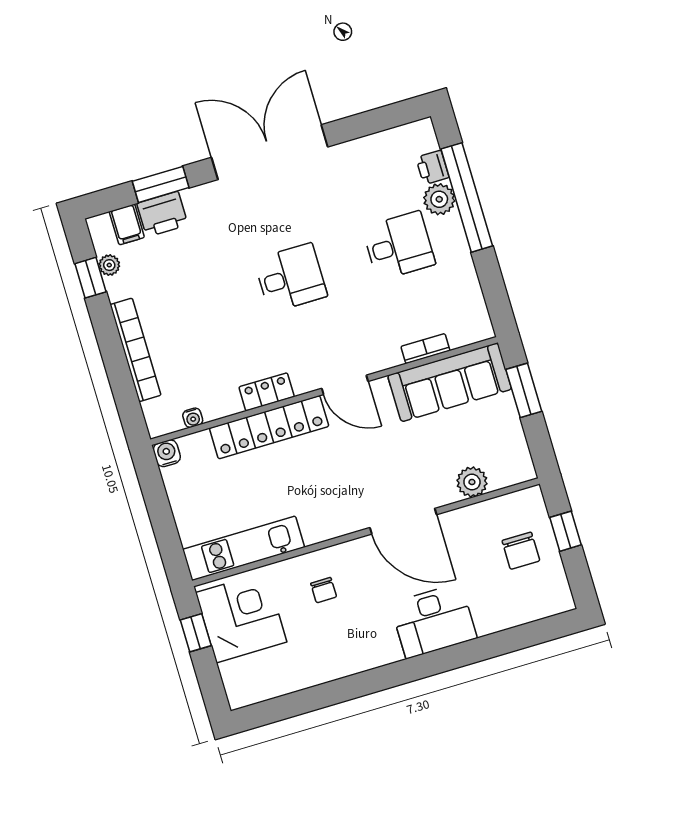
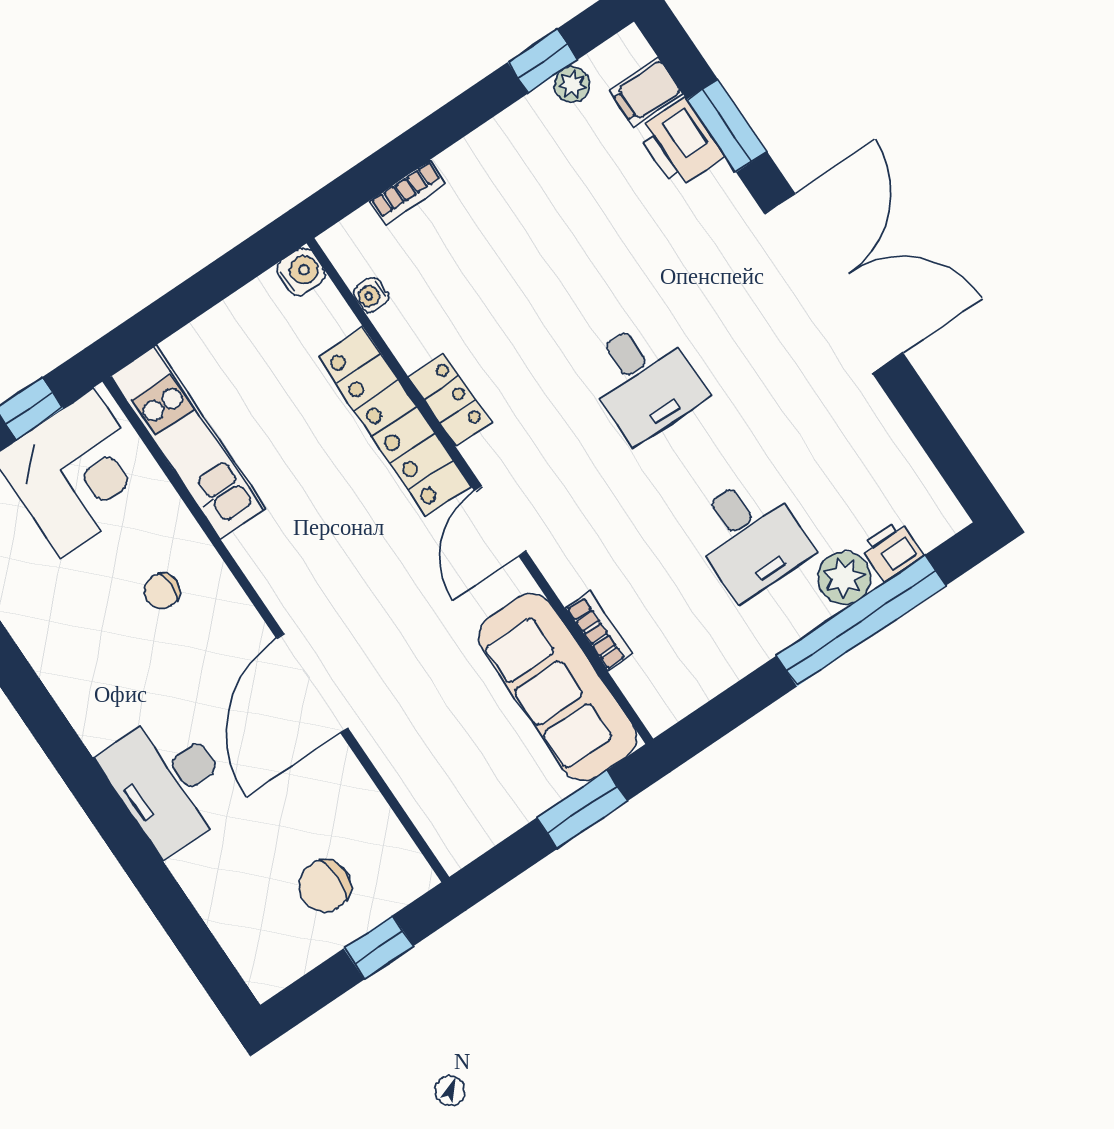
bookcase: (136, 350) -> (408, 193), width x0.43, depth x0.76
plant: (472, 482) -> (410, 773), removed

